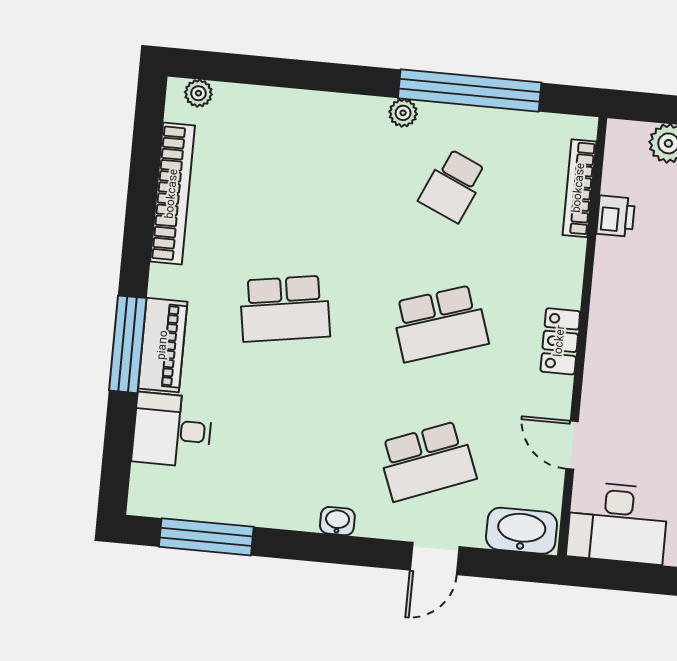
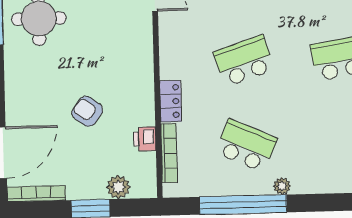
school desk: (453, 186) -> (246, 146), width x1.85
locker: (560, 341) -> (171, 101), moved

